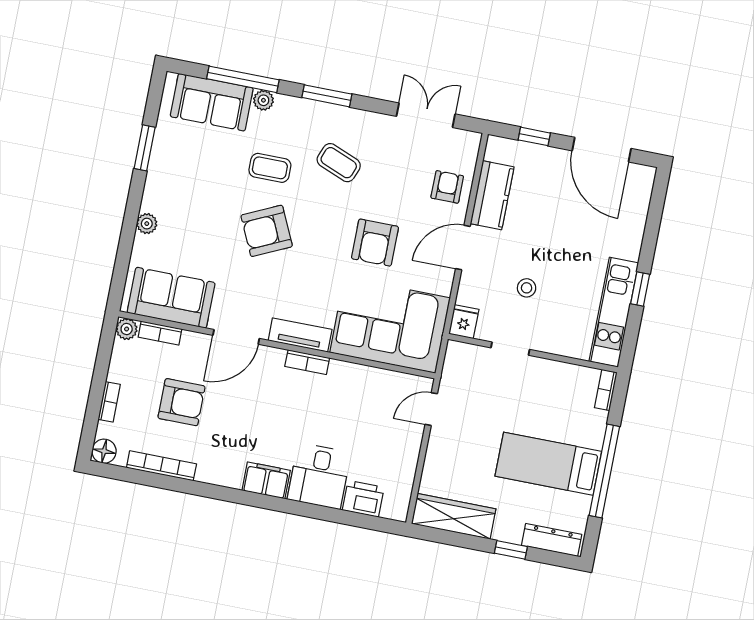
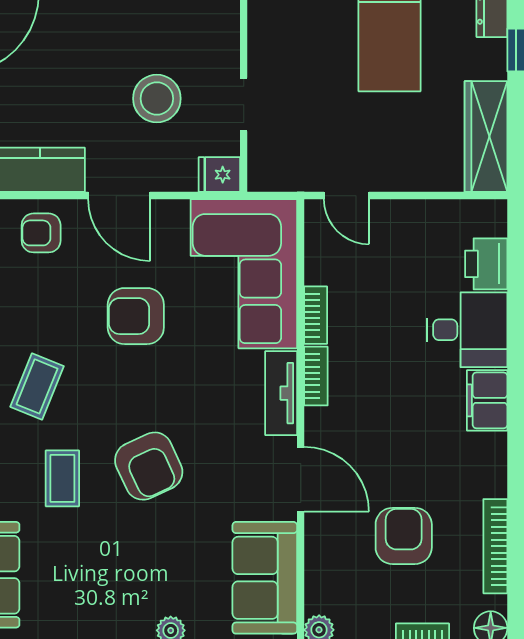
armchair: (375, 243) -> (136, 316), turned 180
stool: (527, 288) -> (157, 99), width x1.89, depth x1.89
bookcase: (160, 333) -> (316, 315), moved

